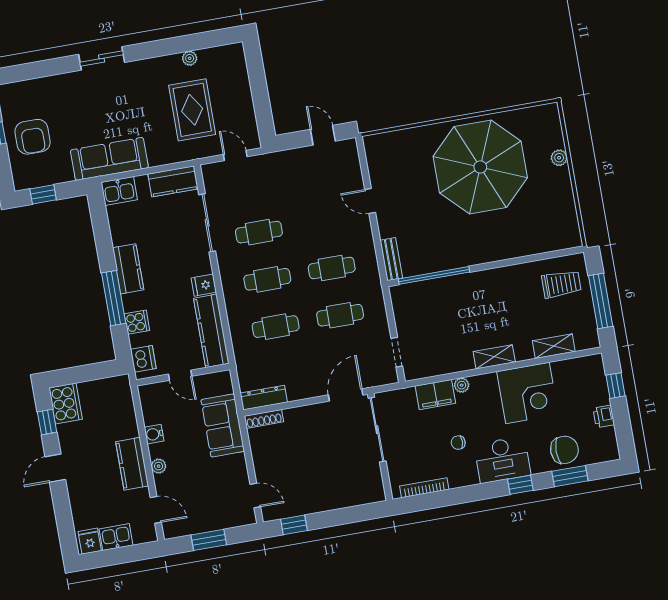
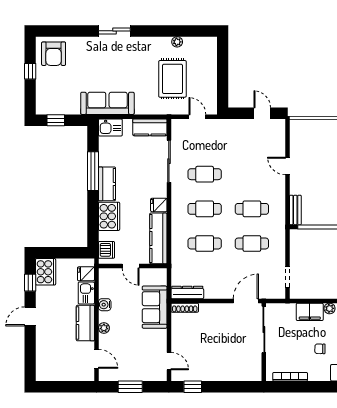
armchair: (33, 137) -> (54, 54), moved
window: (114, 298) -> (93, 171), moved
cooker: (137, 322) -> (109, 216), width x1.87, depth x1.31
kitchen sink: (116, 537) -> (86, 293), moved, turned -90
fridge: (90, 541) -> (86, 274), moved, turned -90

